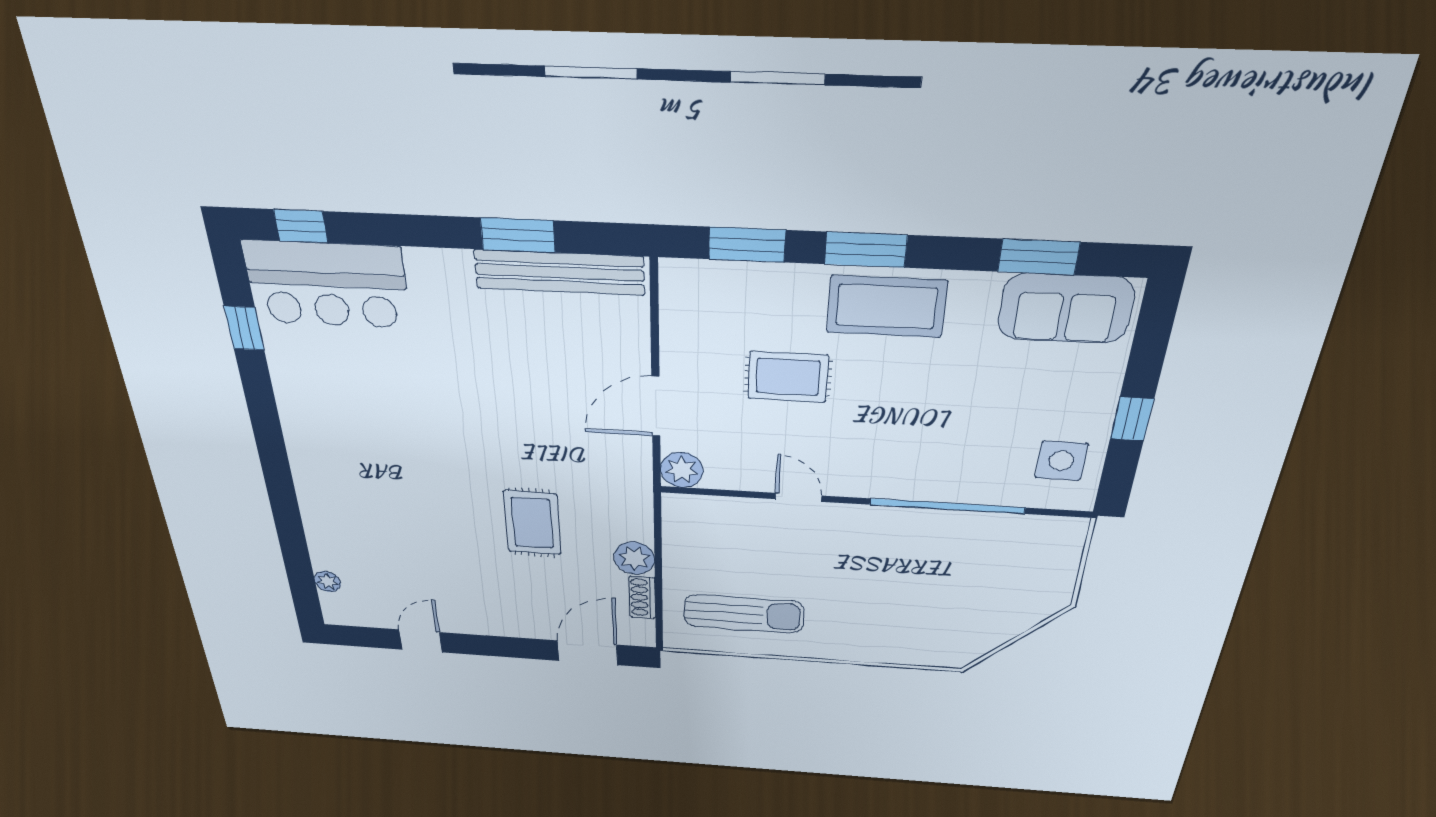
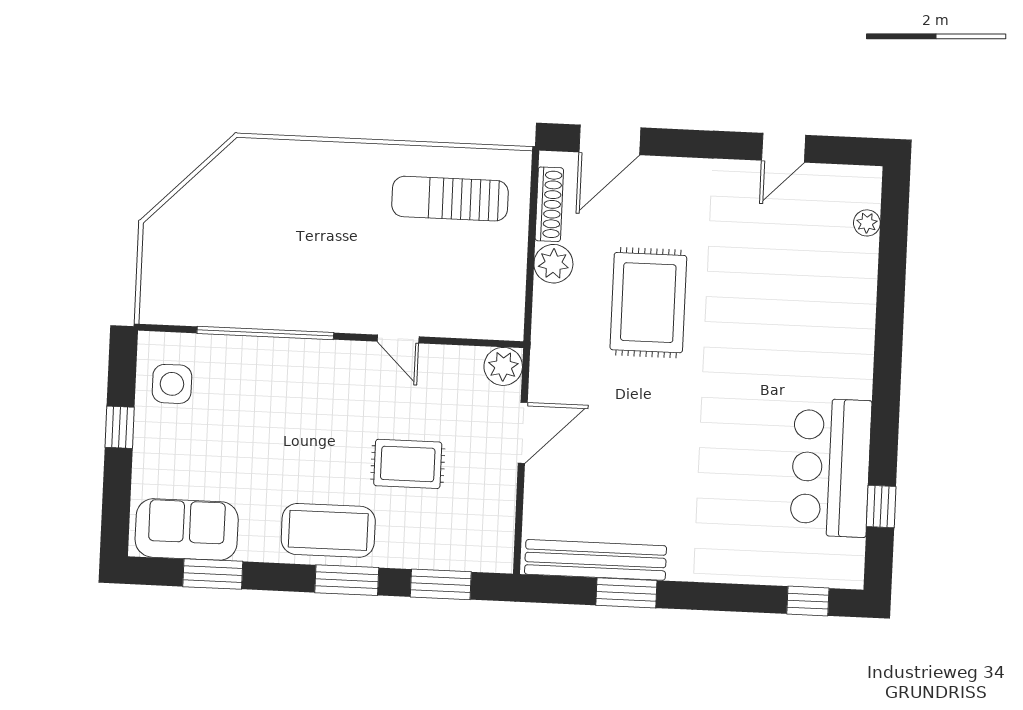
bar counter: (327, 285) -> (831, 468), moved, turned -90
rug: (532, 523) -> (648, 303), width x1.36, depth x1.43
shoe rack: (642, 597) -> (549, 204), width x1.43

